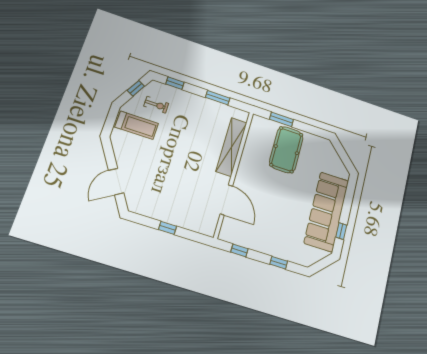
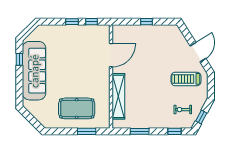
treadmill: (137, 125) -> (186, 79), moved
pool table: (286, 150) -> (77, 108), turned 90
door: (116, 182) -> (198, 52), moved
door: (226, 200) -> (111, 55), swing flipped
window: (279, 263) -> (72, 22), moved

